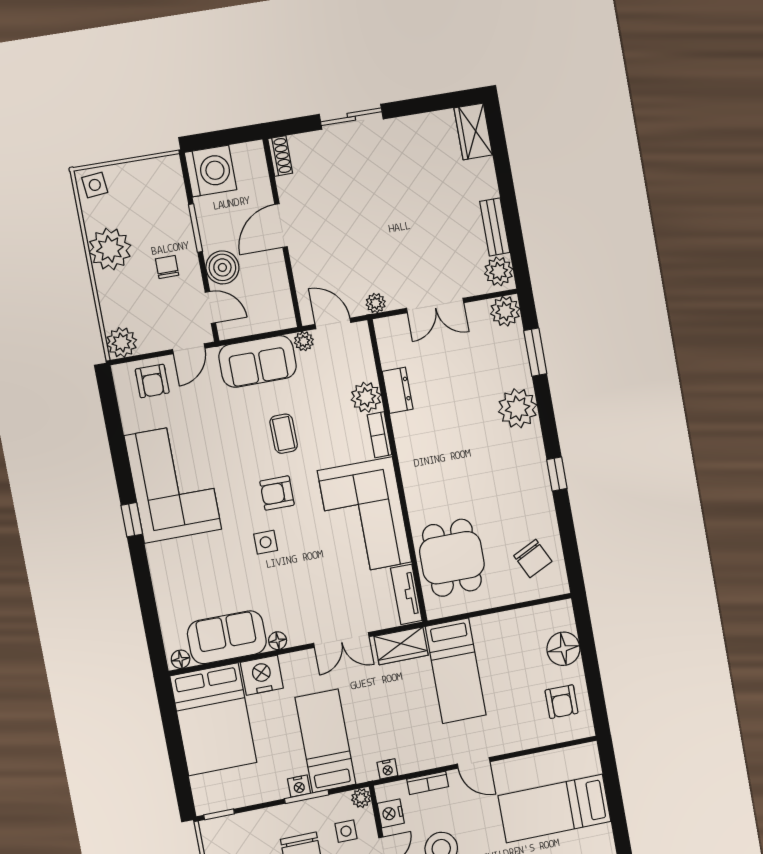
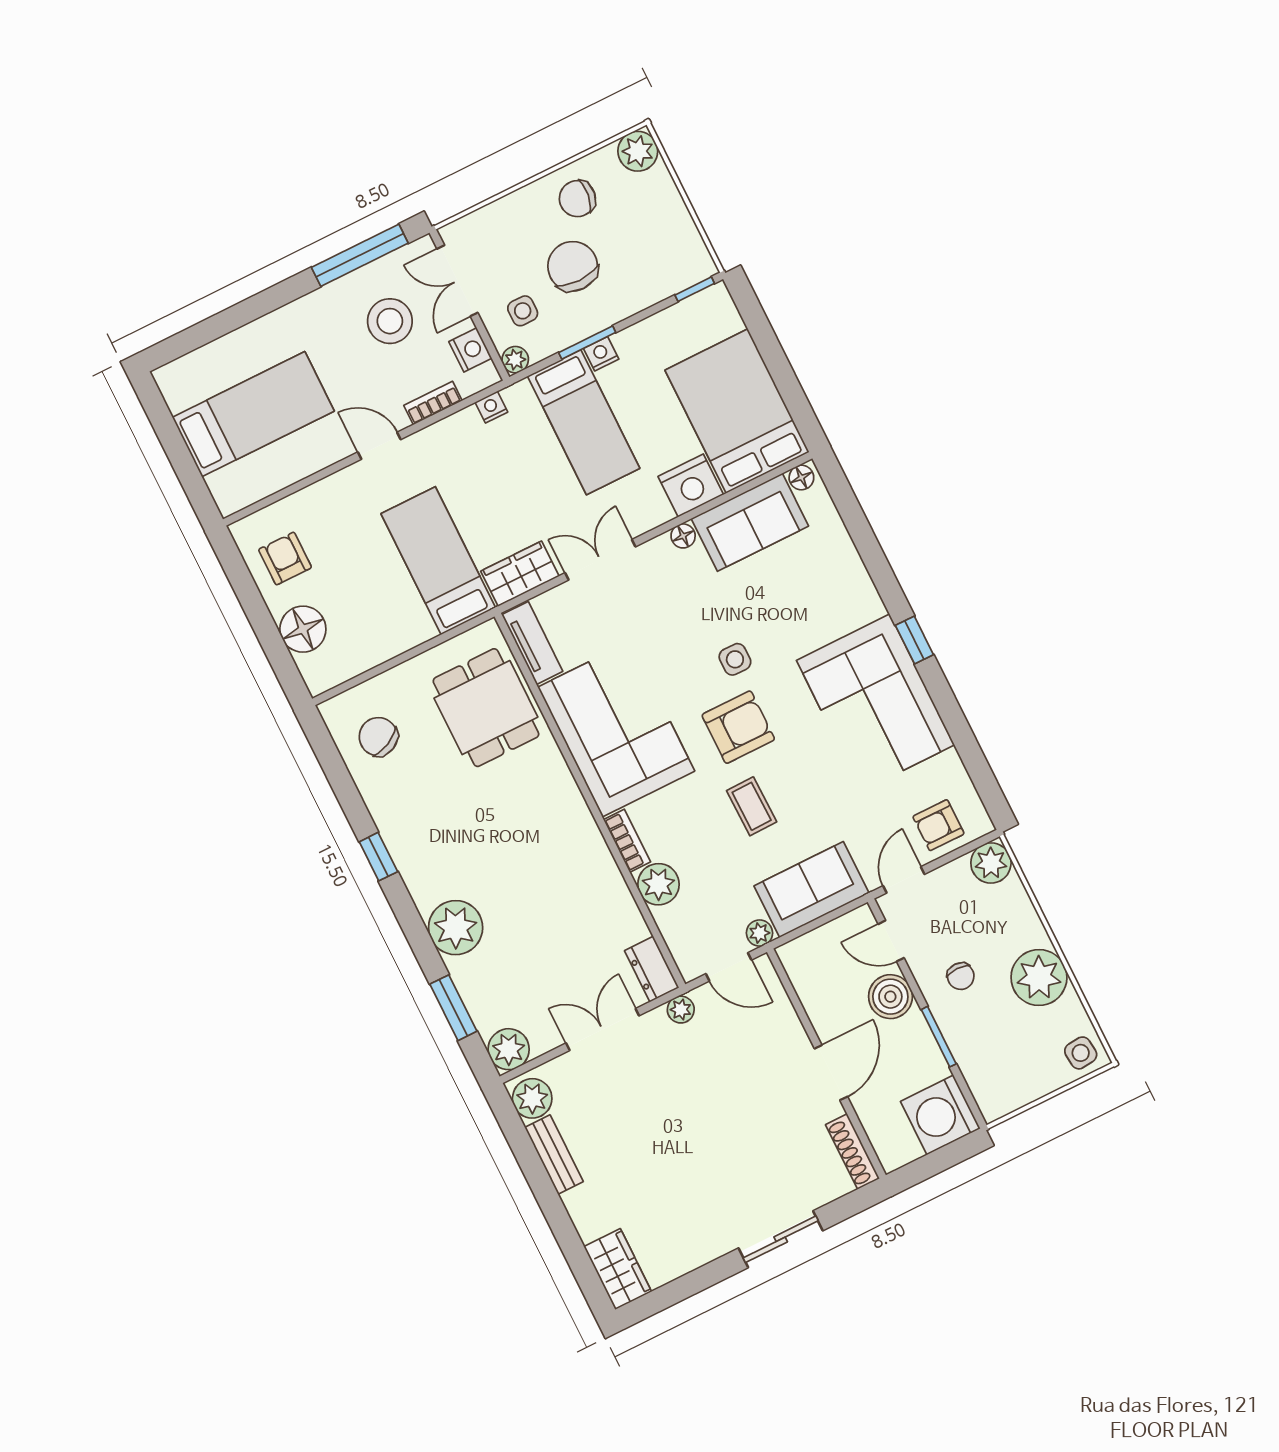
shoe rack: (280, 156) -> (852, 1152), width x1.43
armchair: (152, 381) -> (938, 825), turned -90
dresser: (398, 390) -> (652, 969), moved
armchair: (277, 493) -> (738, 727), width x1.38, depth x1.38

